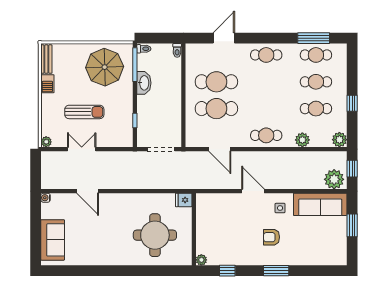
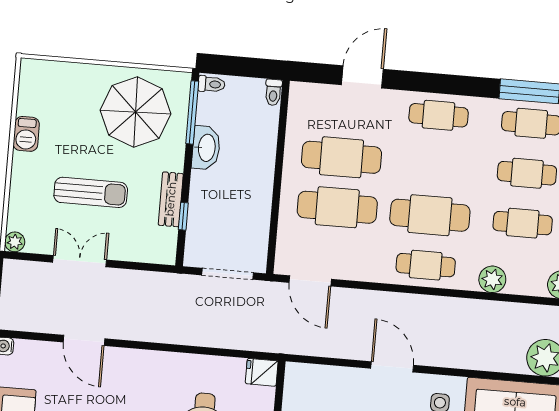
bench: (46, 59) -> (171, 199), moved
cafe table: (266, 109) -> (430, 215), added
door: (220, 149) -> (310, 281), moved

